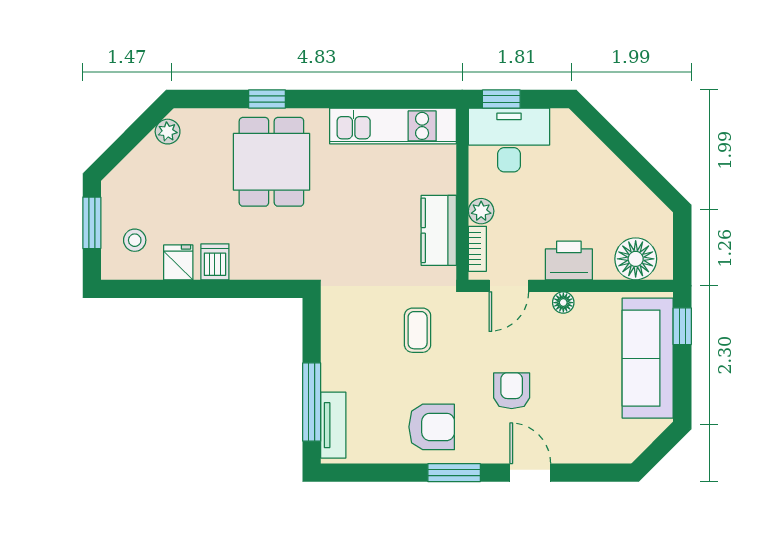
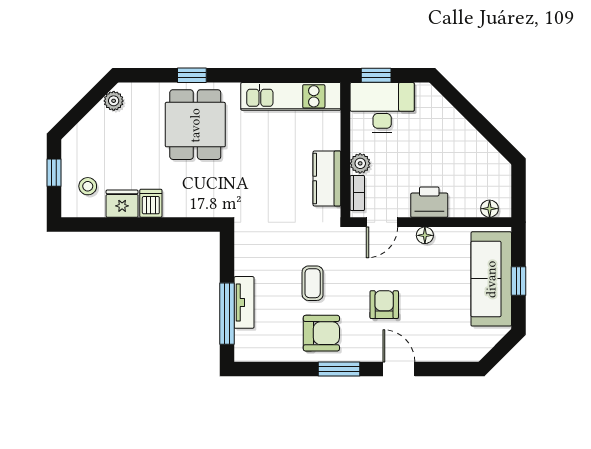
window: (92, 223) -> (54, 173), width x0.67
floor lamp: (636, 259) -> (490, 209), width x0.53, depth x0.53
fridge: (178, 262) -> (122, 204), width x1.38
window: (682, 326) -> (518, 281), moved
coffee table: (418, 330) -> (313, 283), moved
tv unit: (333, 425) -> (244, 302), moved

